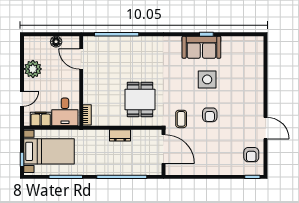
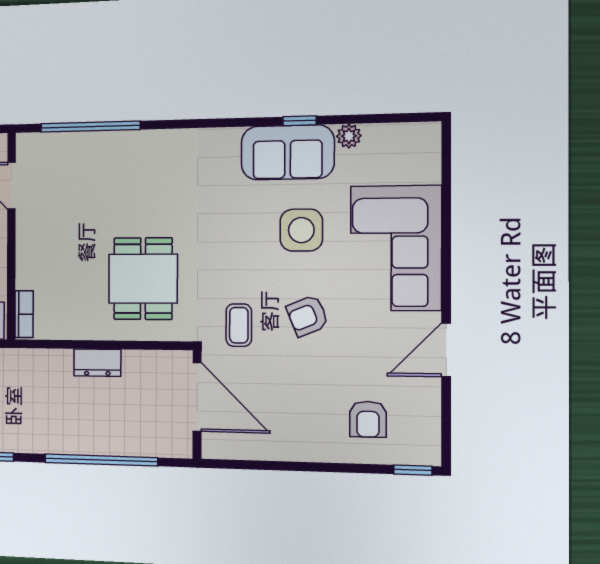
plant: (227, 41) -> (349, 136), added
corner sofa: (246, 87) -> (396, 248), added
armchair: (210, 115) -> (308, 316), turned 68
door: (266, 128) -> (446, 350), swing flipped
armchair: (251, 155) -> (368, 419), moved

